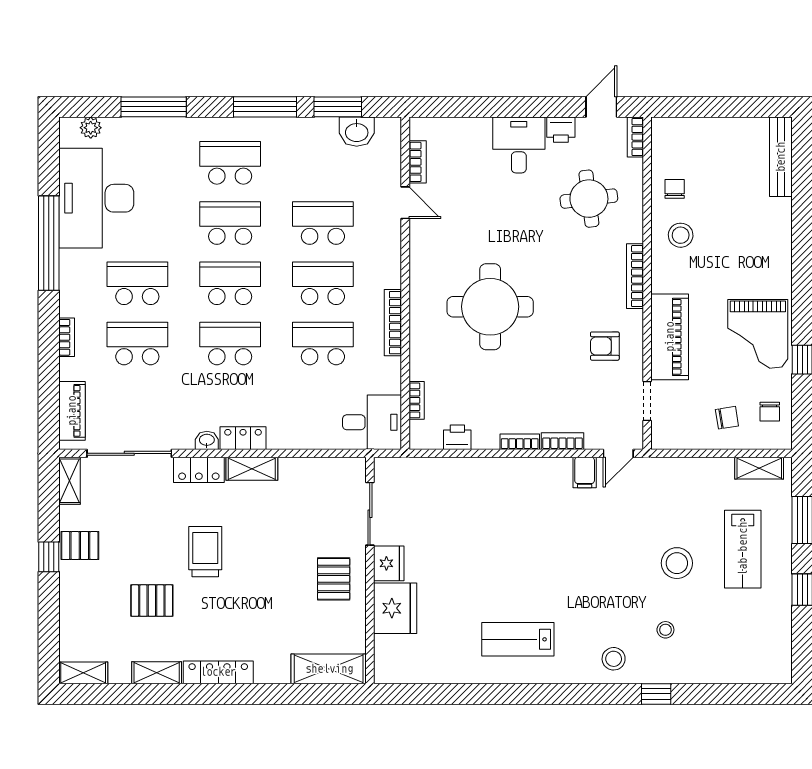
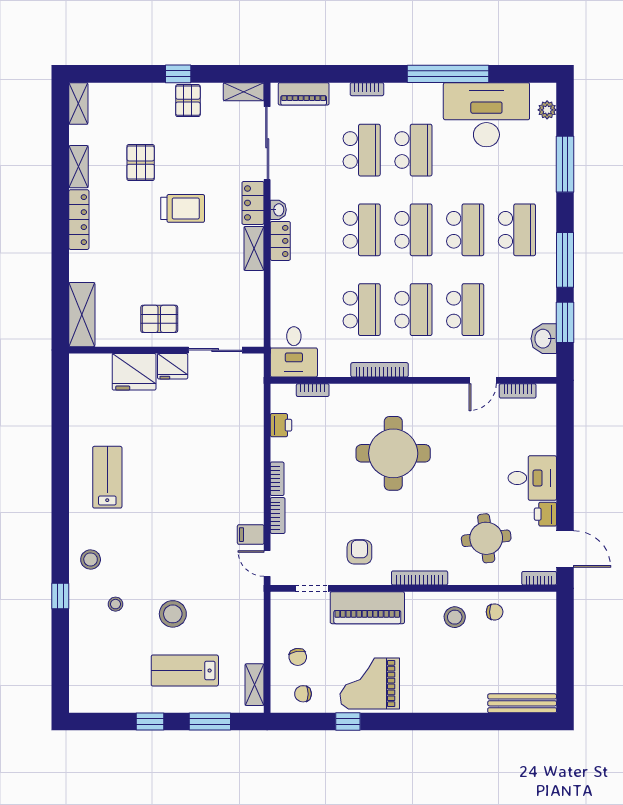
door: (601, 107) -> (565, 549), width x1.38

